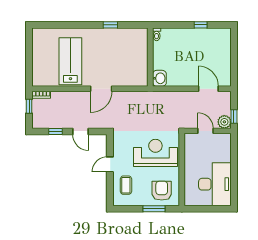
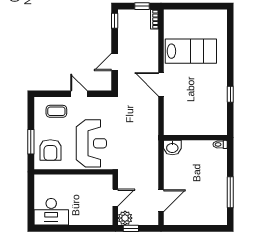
window: (201, 25) -> (230, 192), width x2.17
window: (56, 131) -> (115, 21), moved
desk: (215, 184) -> (51, 212), width x0.73, depth x0.77
armchair: (162, 191) -> (50, 150), turned 90

